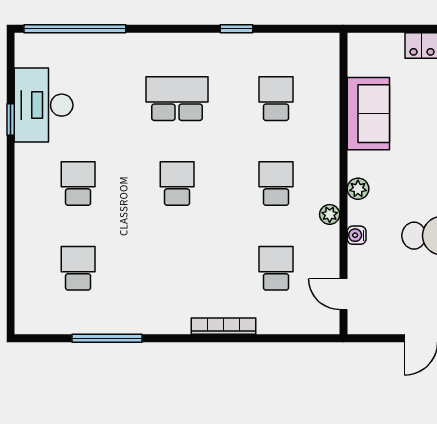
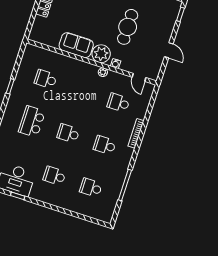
sofa: (368, 114) -> (76, 45), moved
school desk: (276, 183) -> (105, 145), moved
plant: (358, 189) -> (101, 54), width x1.88, depth x1.88
door: (343, 294) -> (139, 77), hinge flipped

